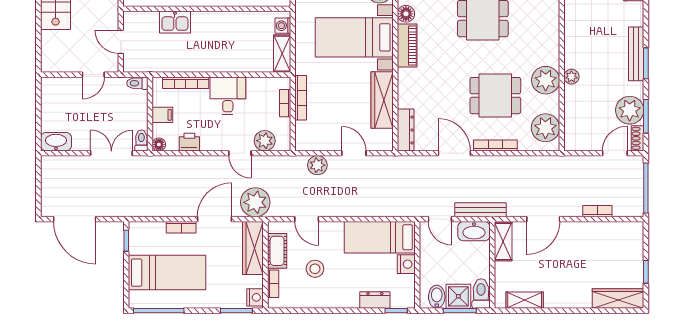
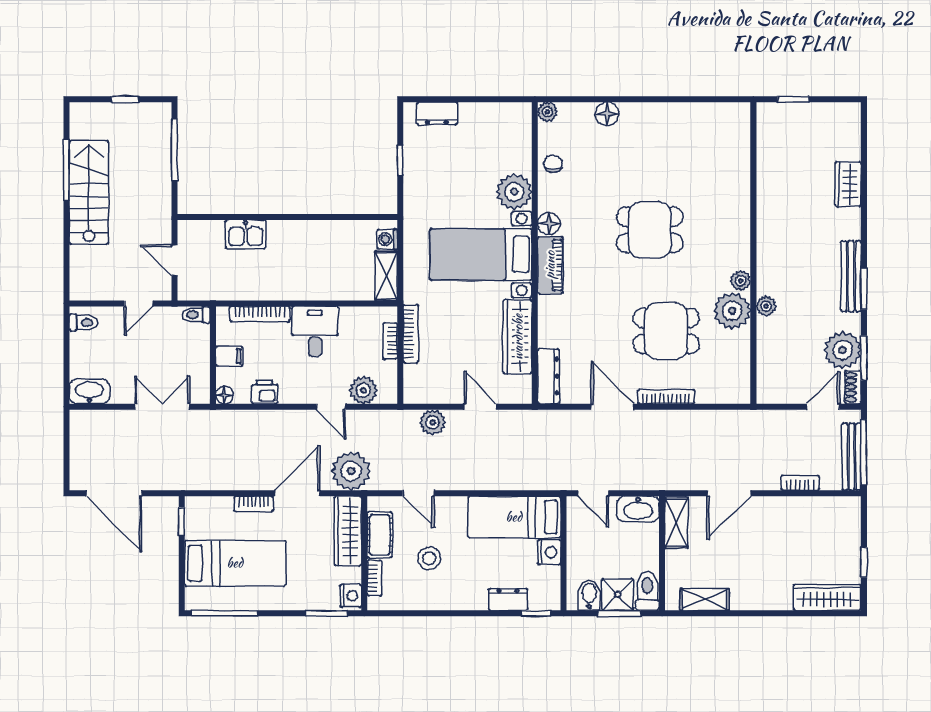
plant: (545, 128) -> (741, 281), moved, width x0.53, depth x0.53
toilet: (141, 140) -> (83, 323), moved, turned 90
bench: (481, 210) -> (852, 457), moved, turned 90

